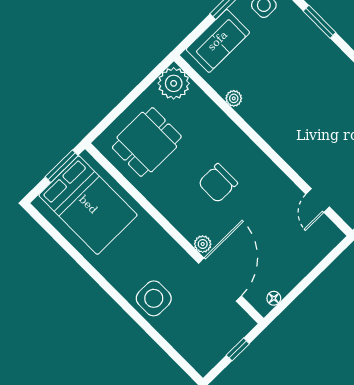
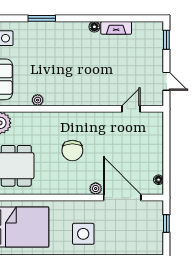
door: (318, 200) -> (131, 109), swing flipped
side table: (154, 298) -> (83, 234), moved

